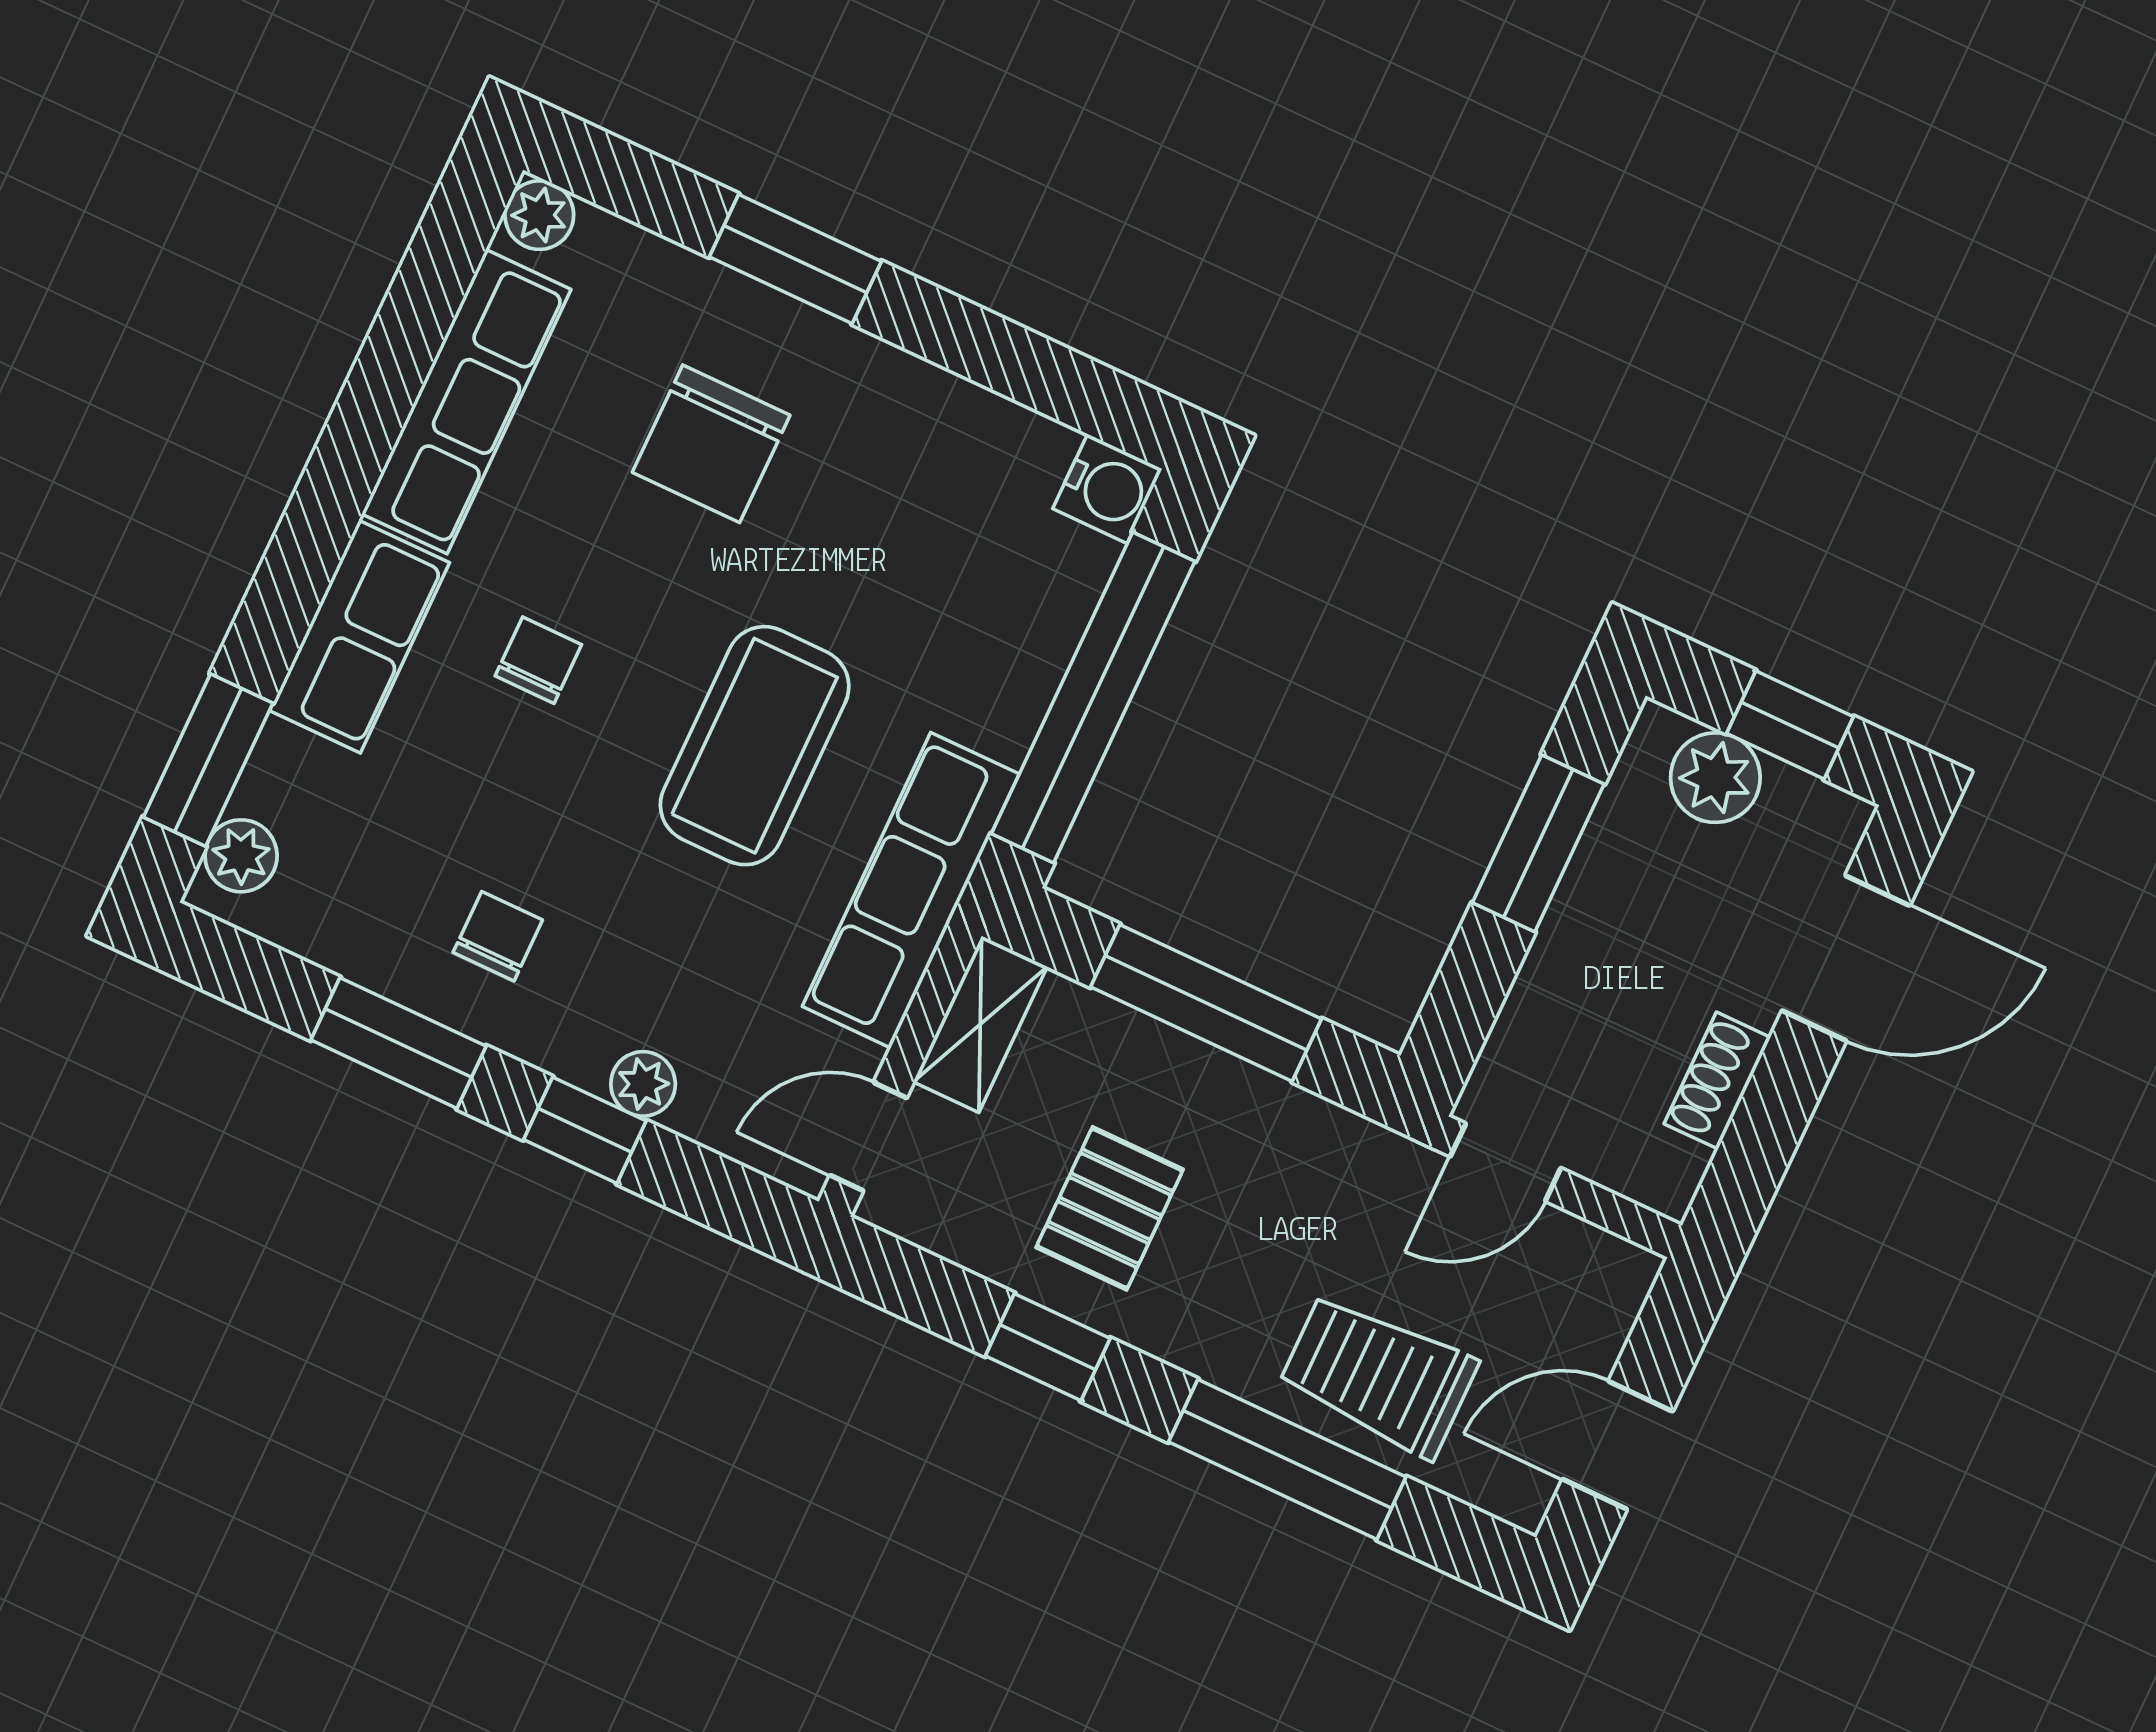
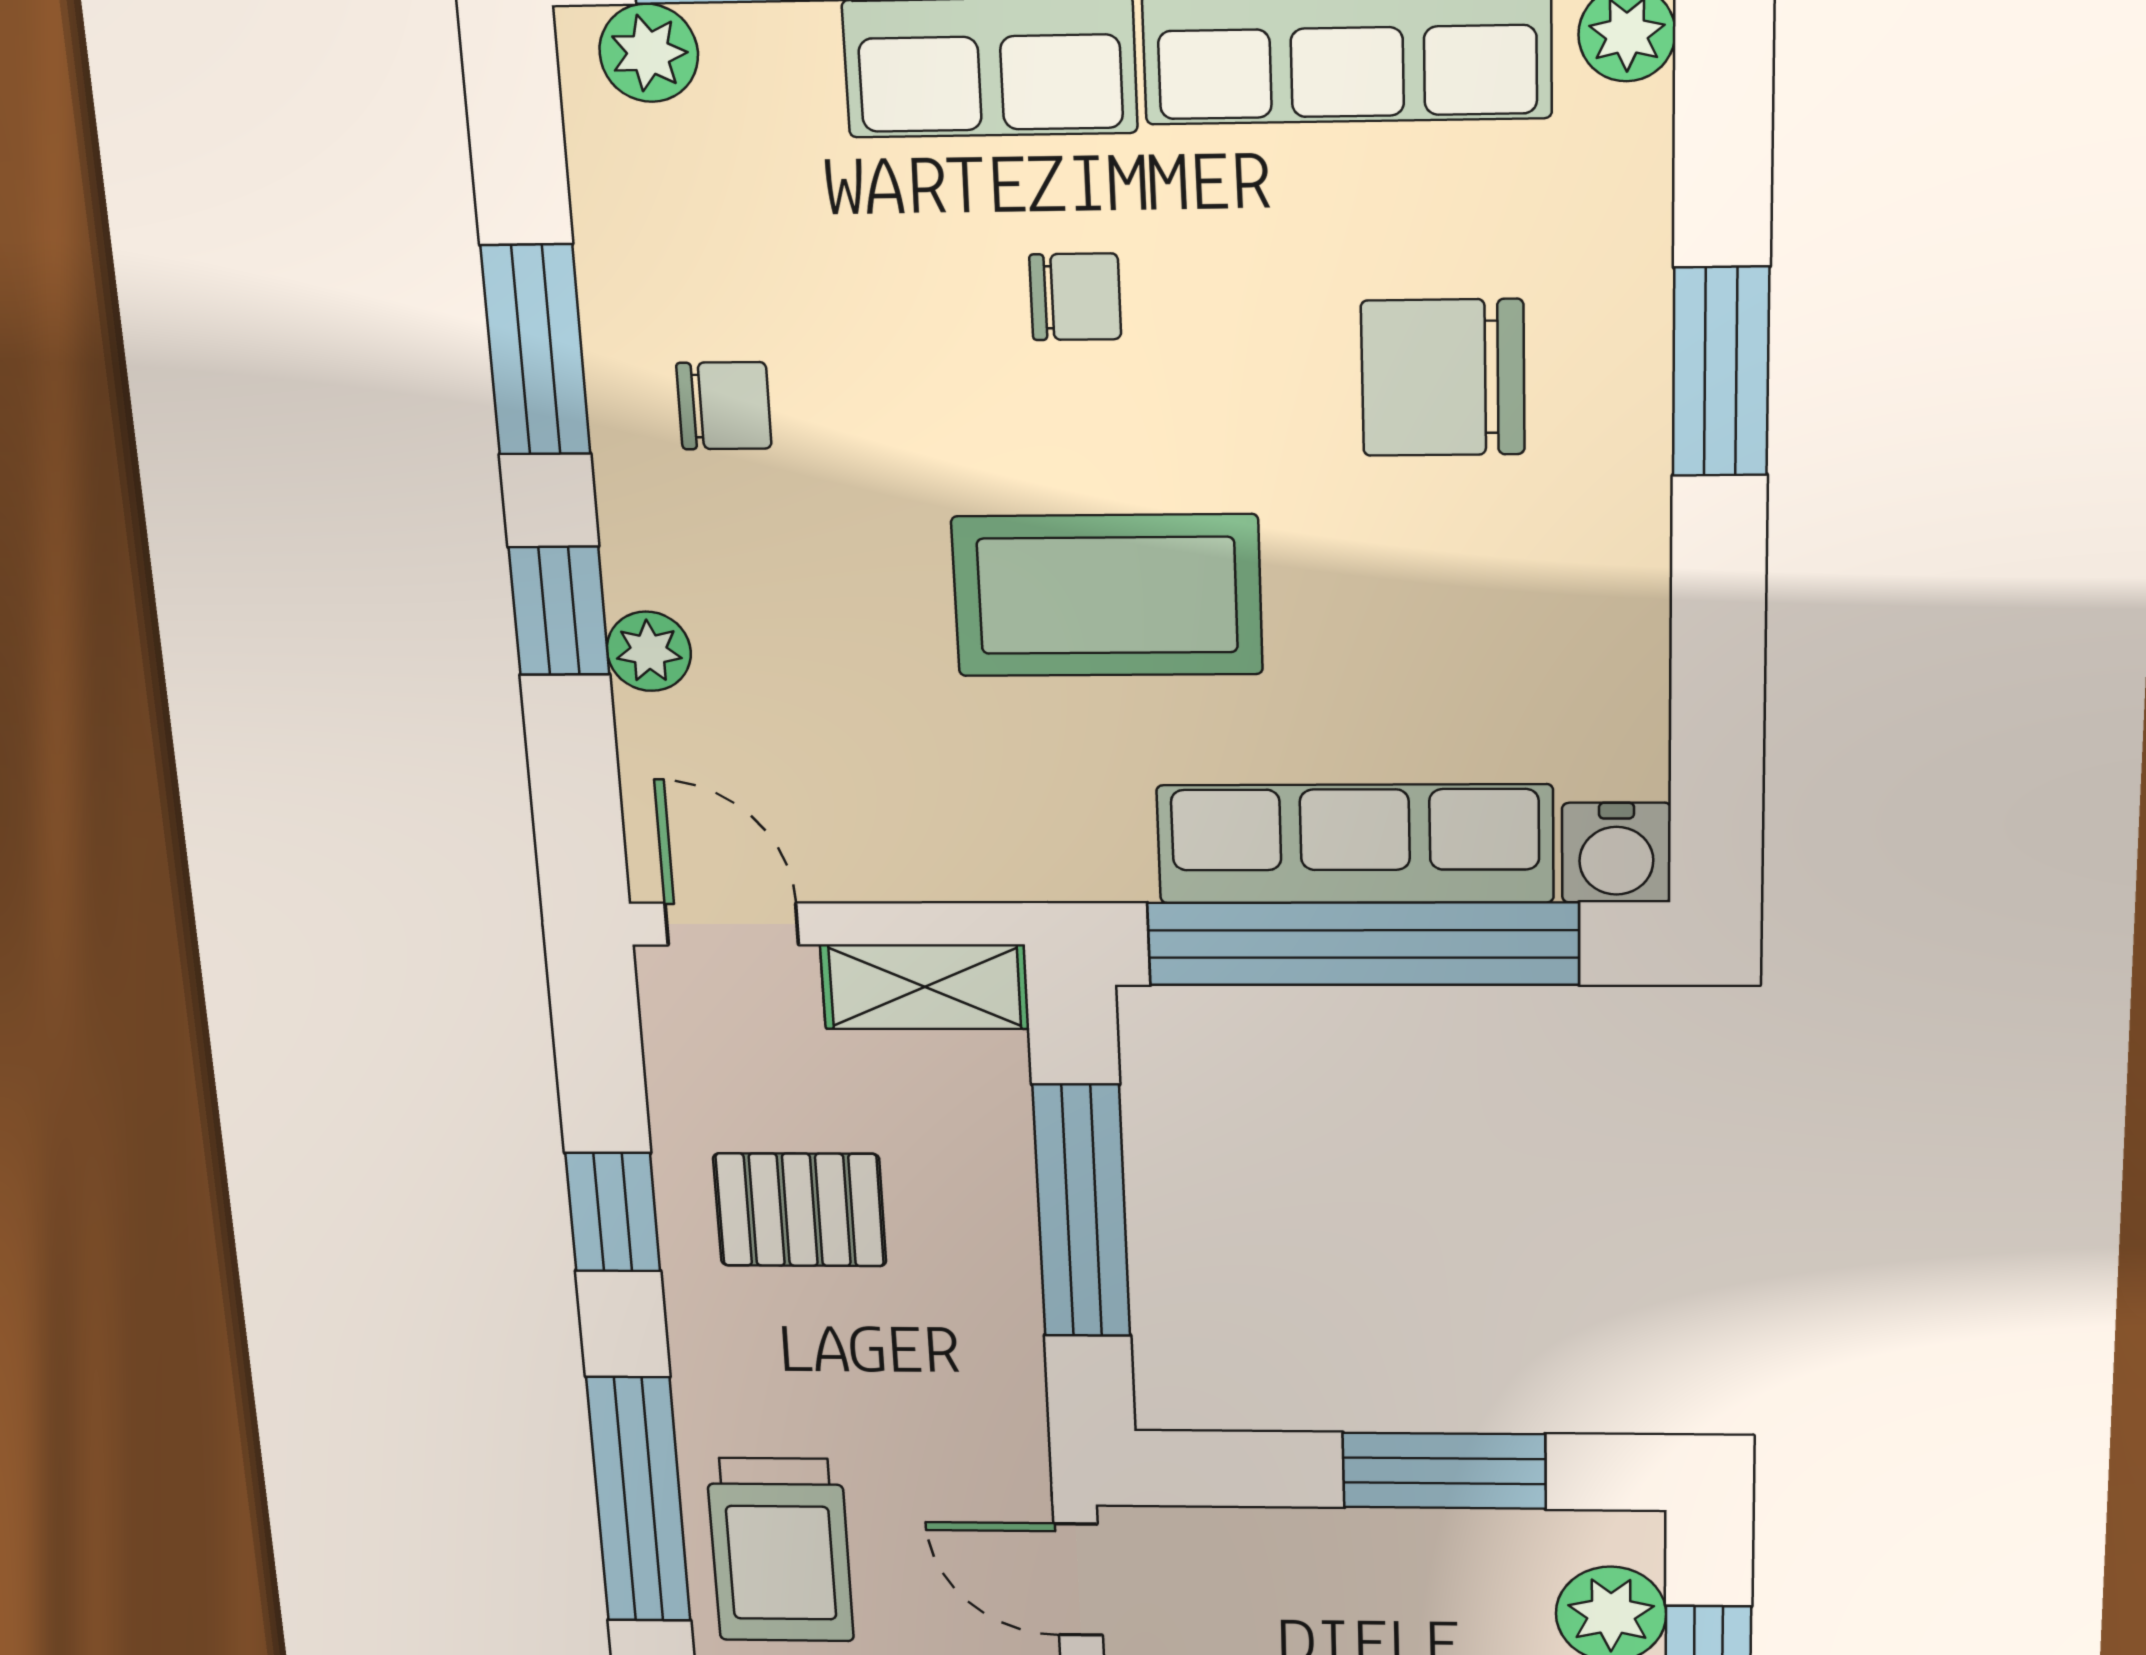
row of seats: (911, 890) -> (1355, 844), moved
trolley: (1378, 1375) -> (780, 1550), turned 180

